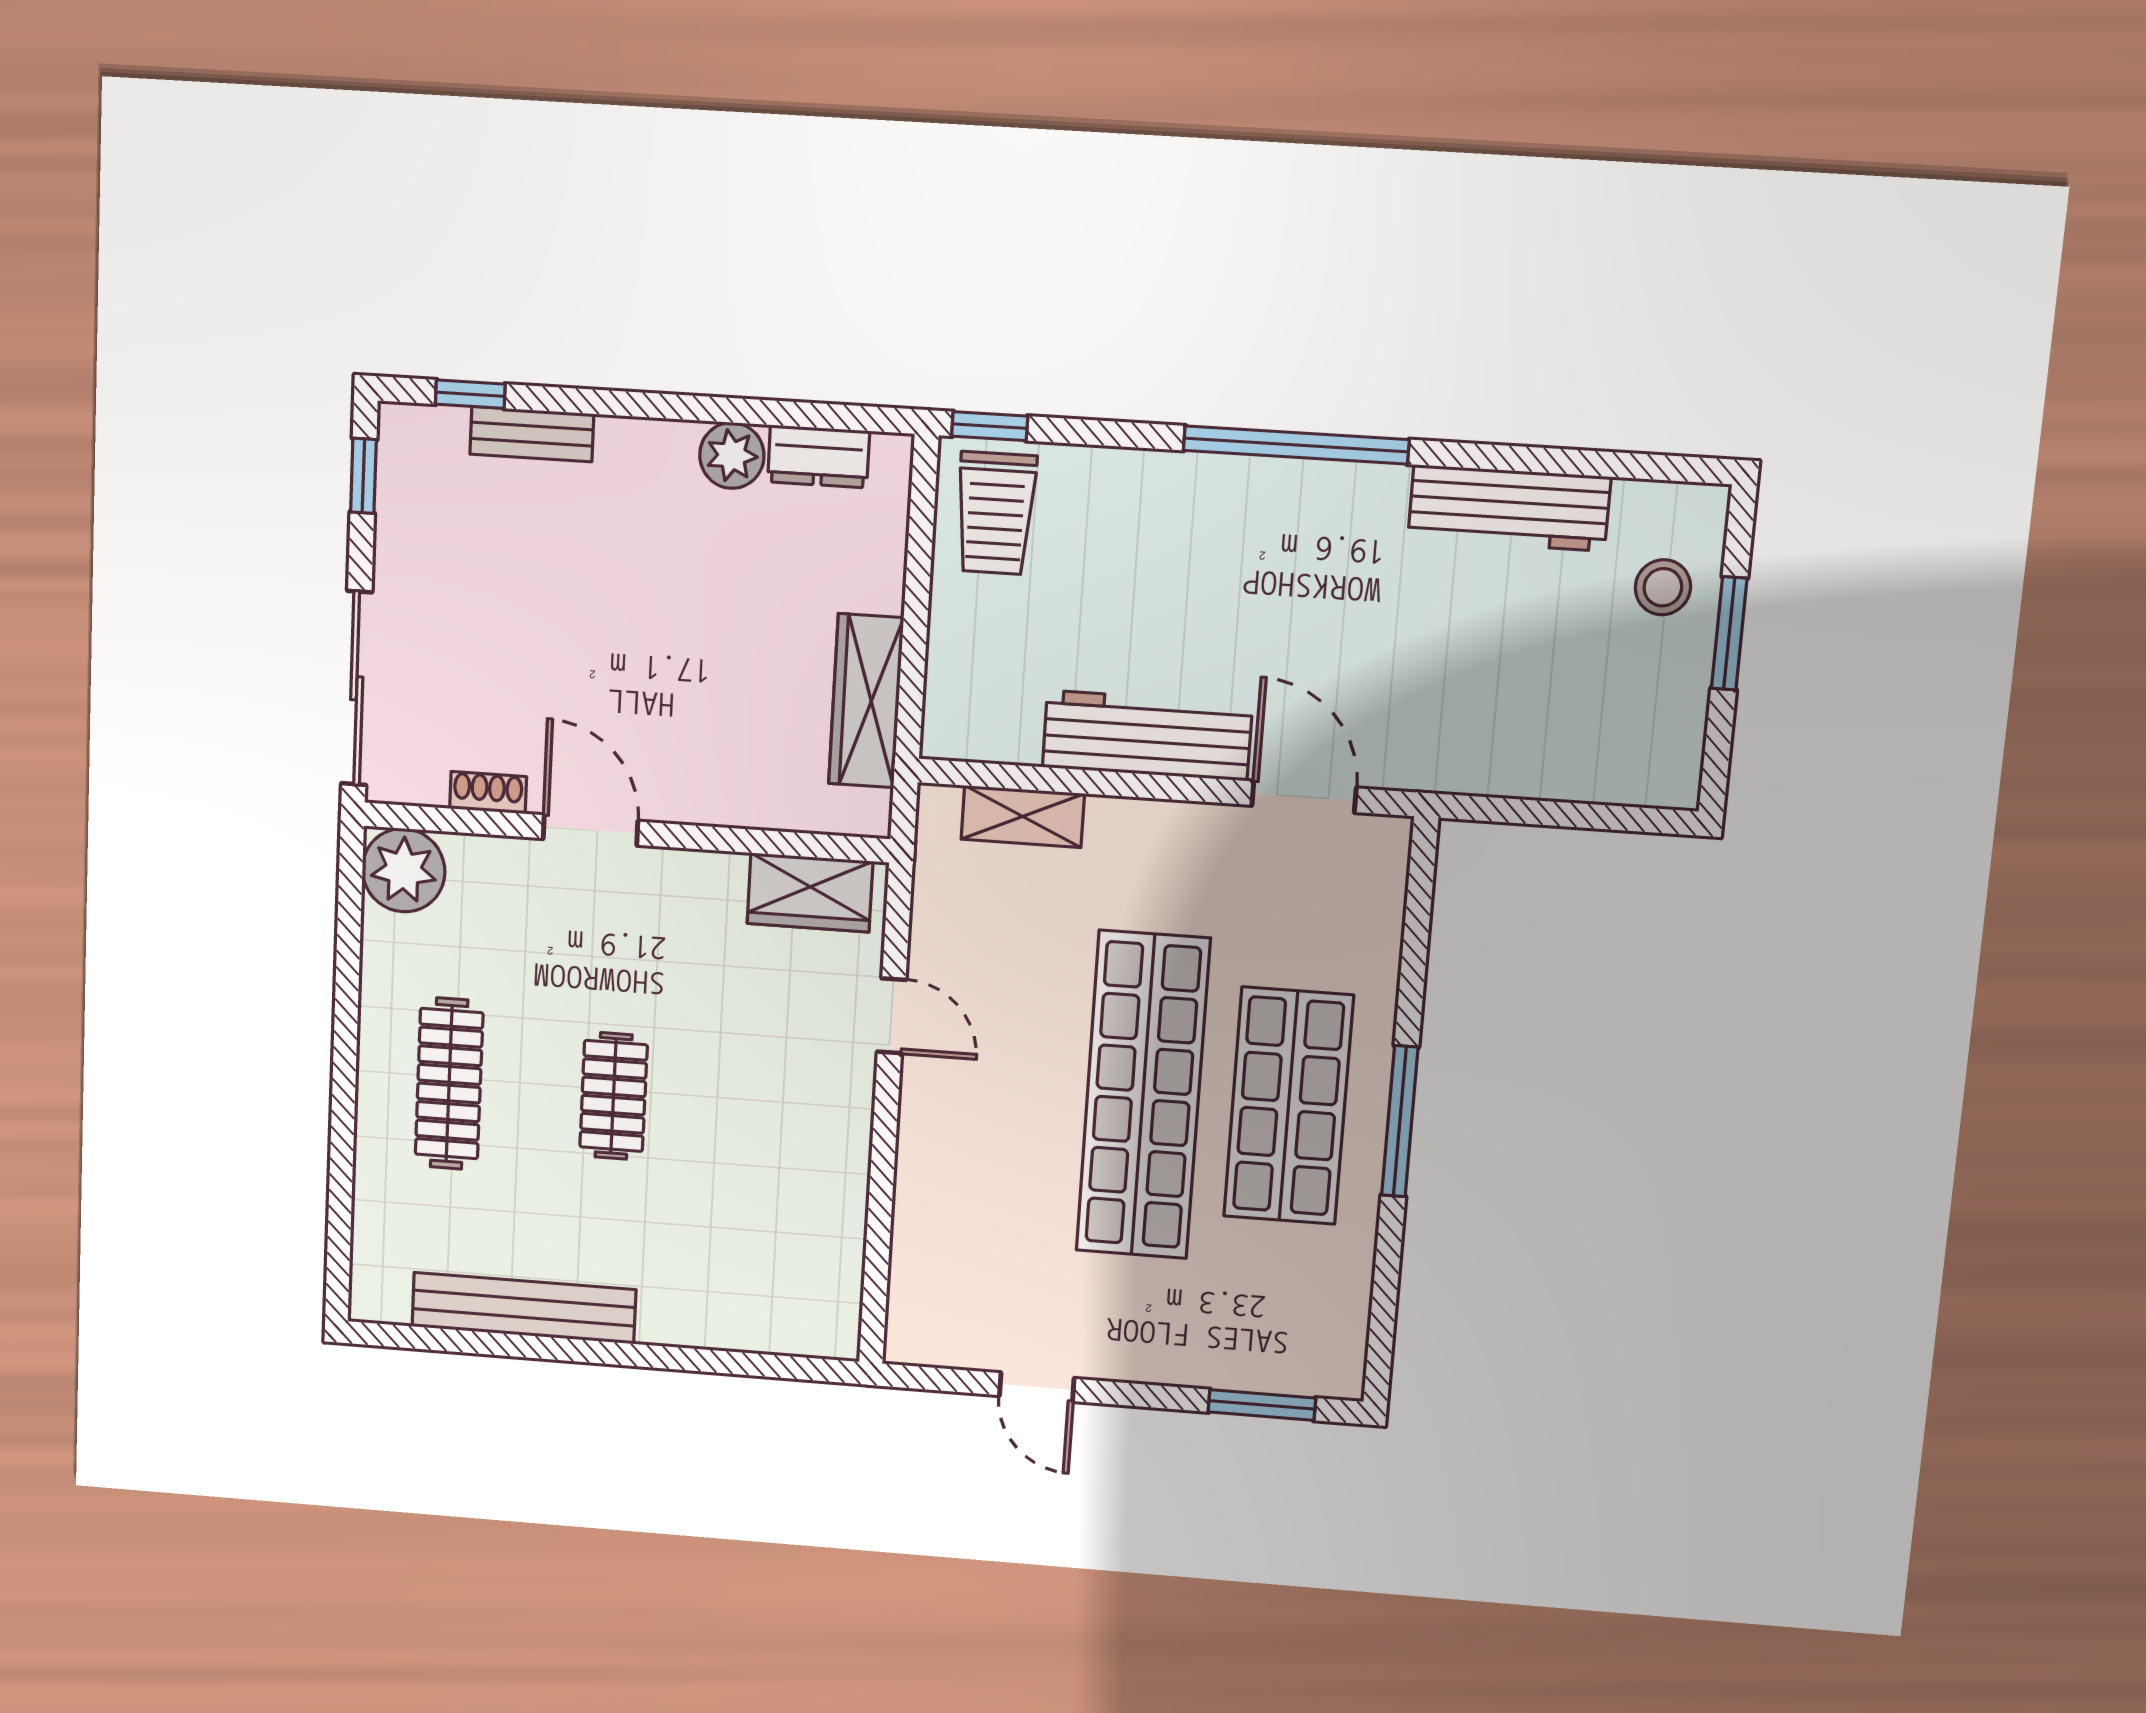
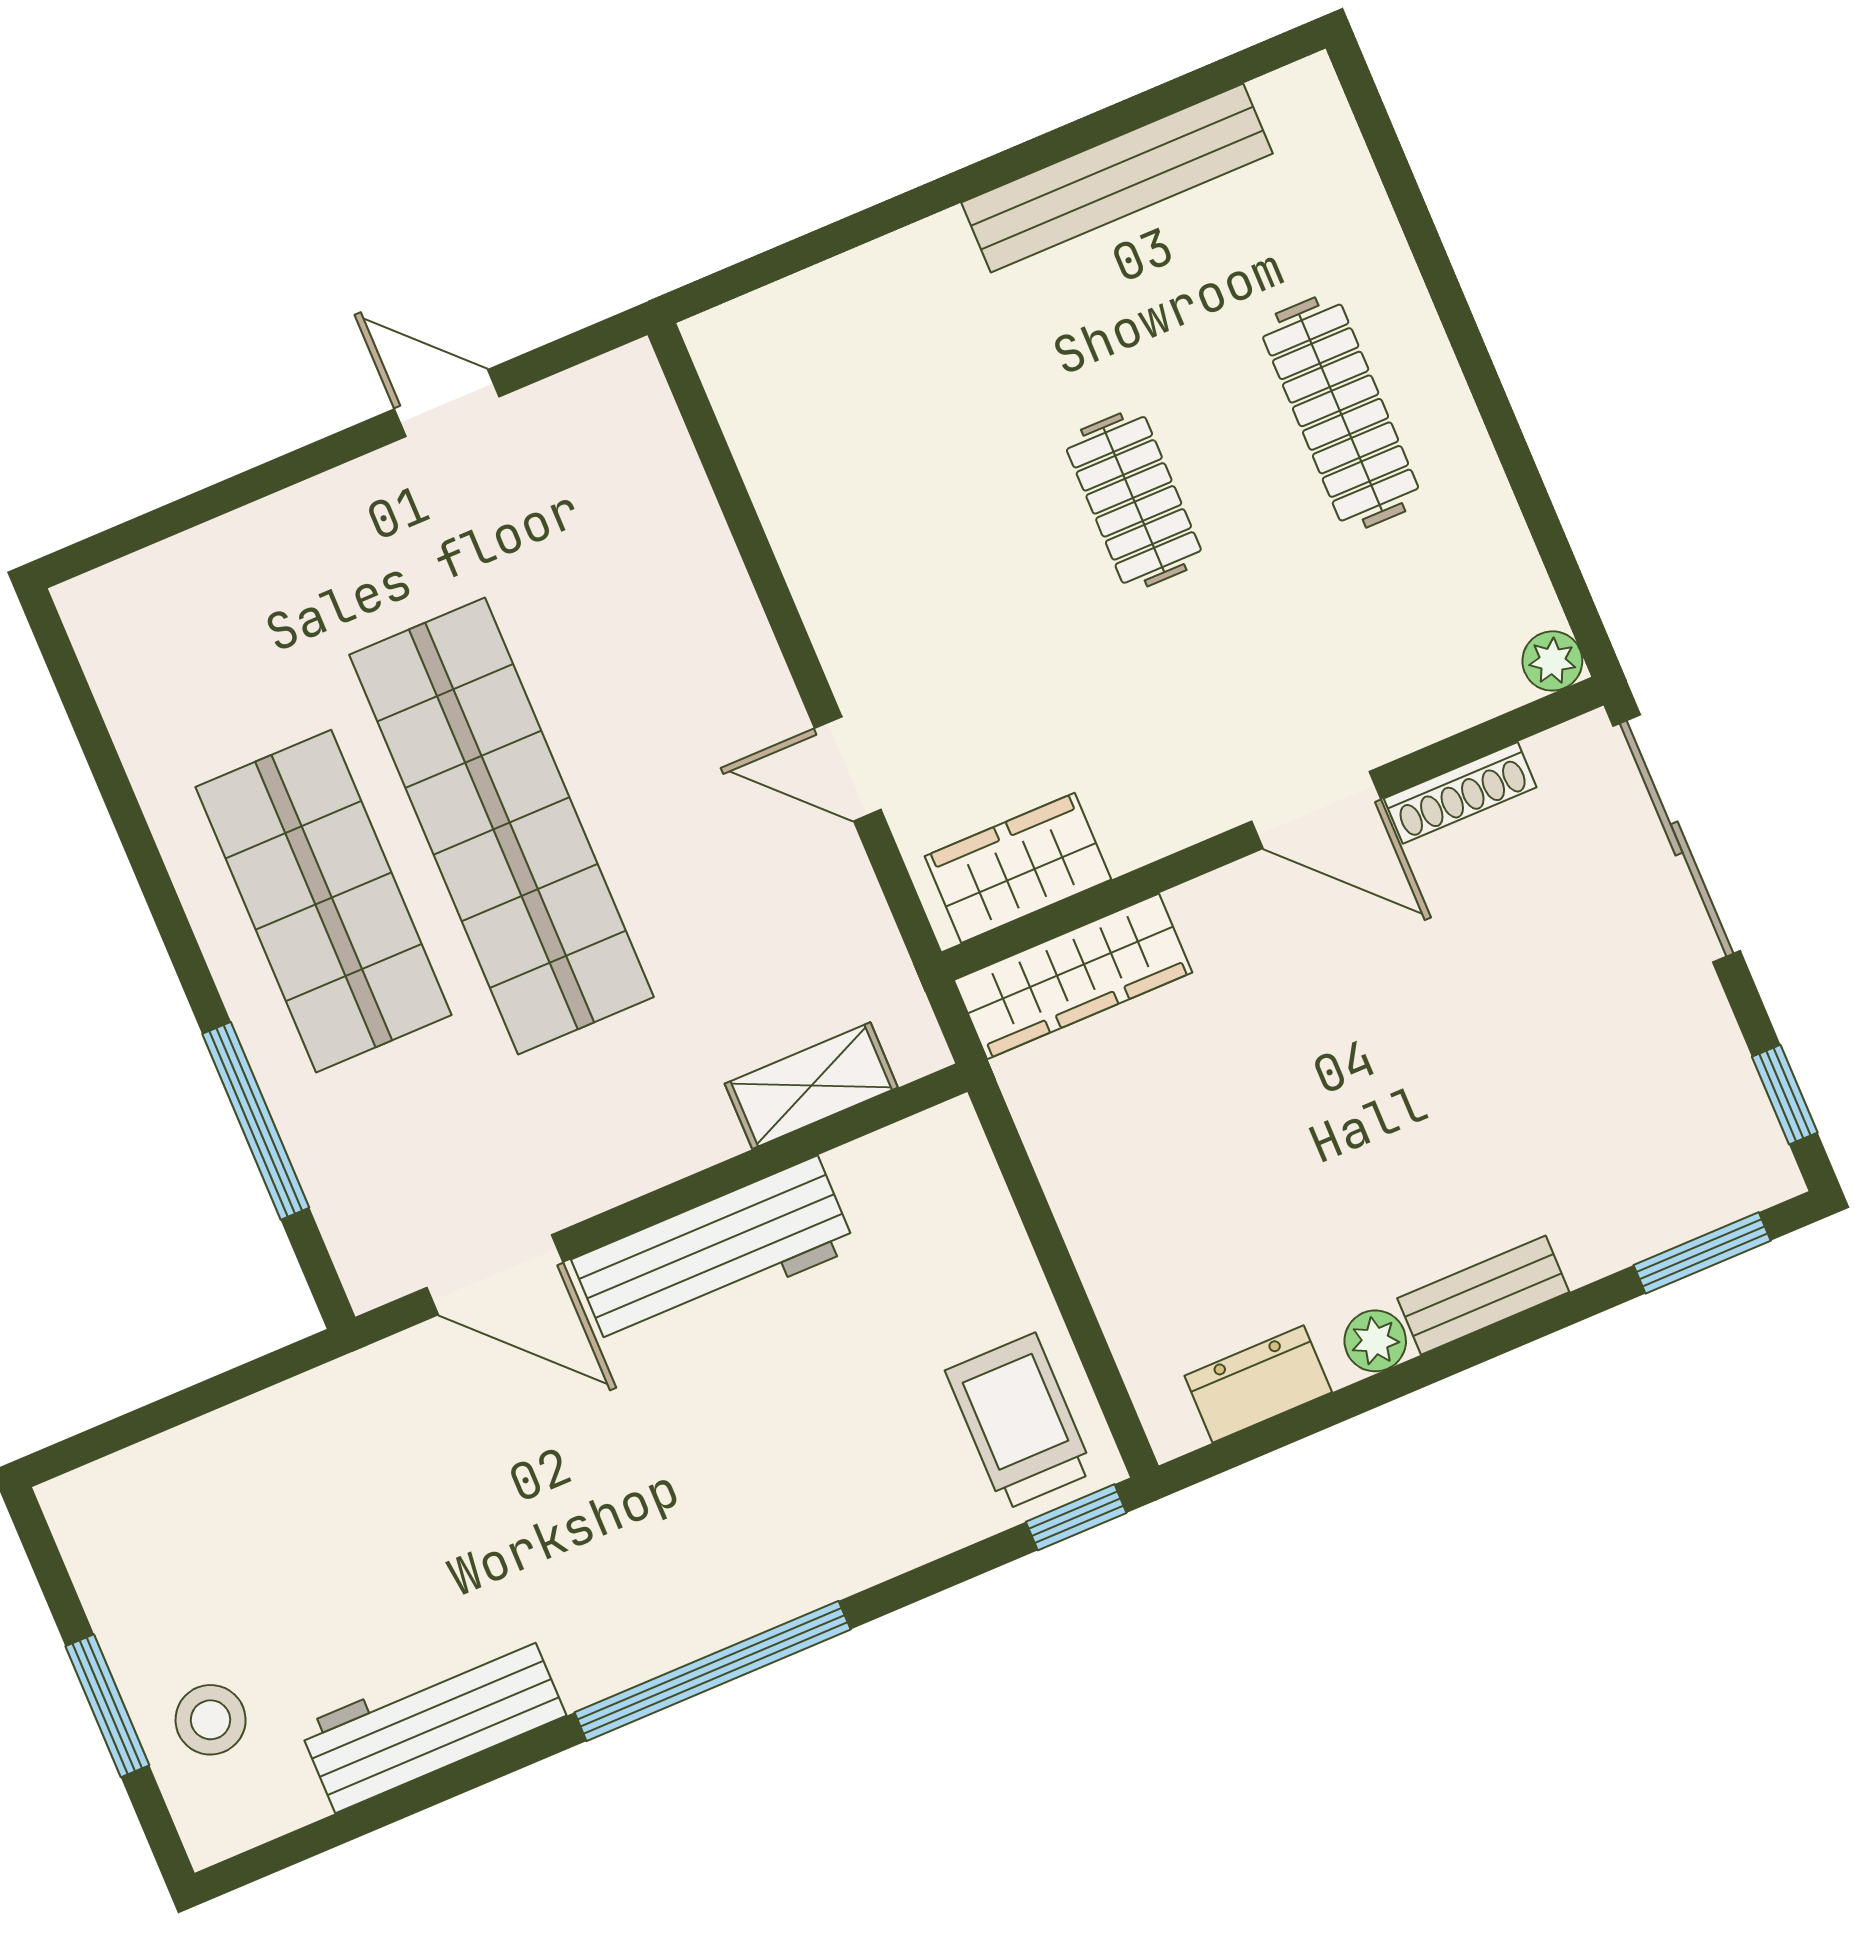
window: (470, 394) -> (1702, 1253), width x1.50
bench: (532, 434) -> (1483, 1295), moved
plant: (732, 455) -> (1375, 1341), width x0.73, depth x0.73
wardrobe: (866, 701) -> (1073, 976), moved, turned 90
shoe rack: (488, 793) -> (1460, 793), width x1.43
plant: (404, 870) -> (1552, 661), width x0.53, depth x0.53
window: (1400, 1121) -> (256, 1121), moved
window: (1262, 1405) -> (166, 521), removed

